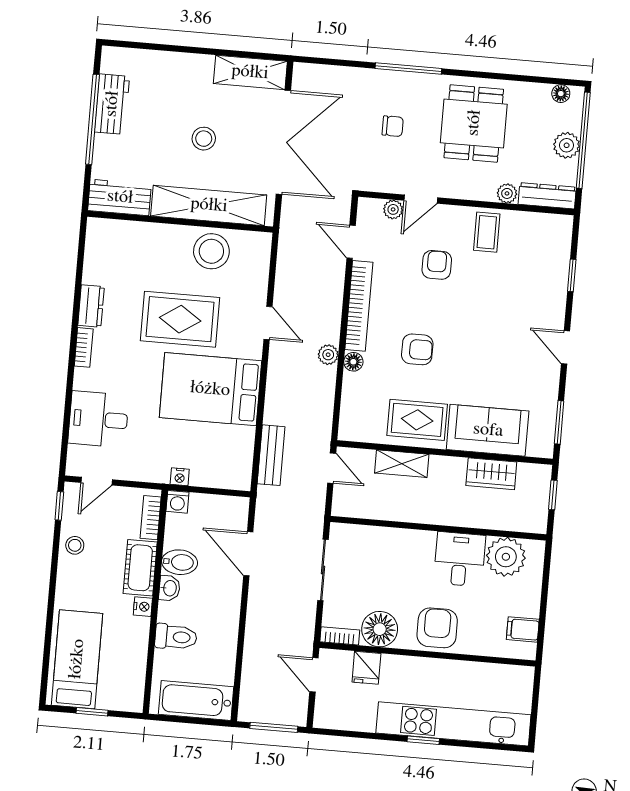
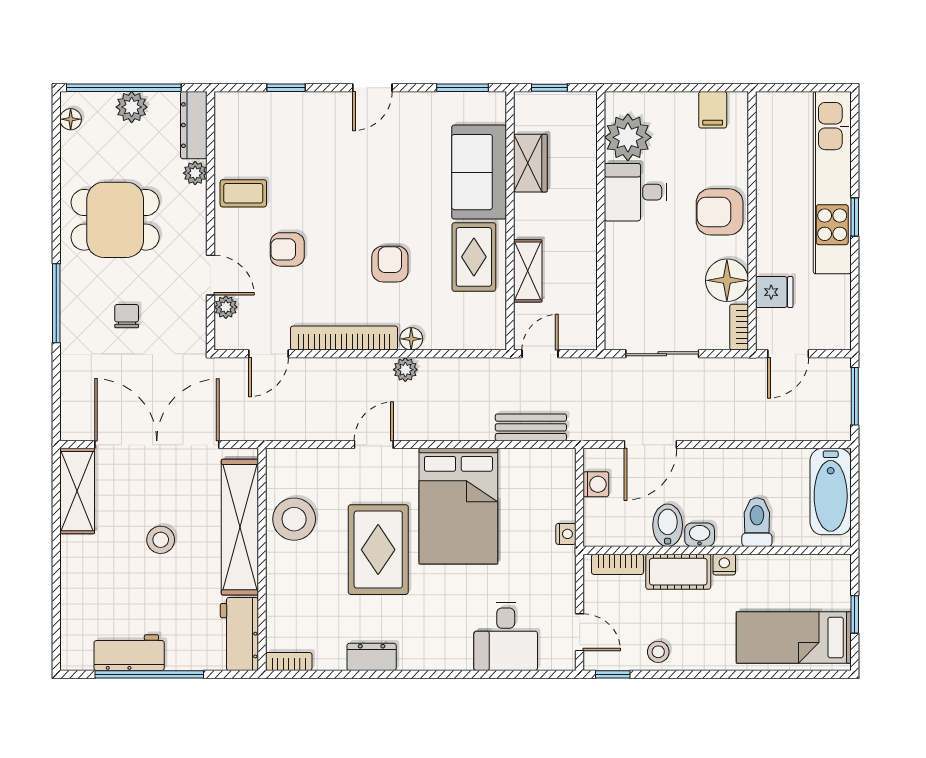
bookcase: (84, 347) -> (289, 662), moved
washing machine: (177, 502) -> (596, 484), moved

